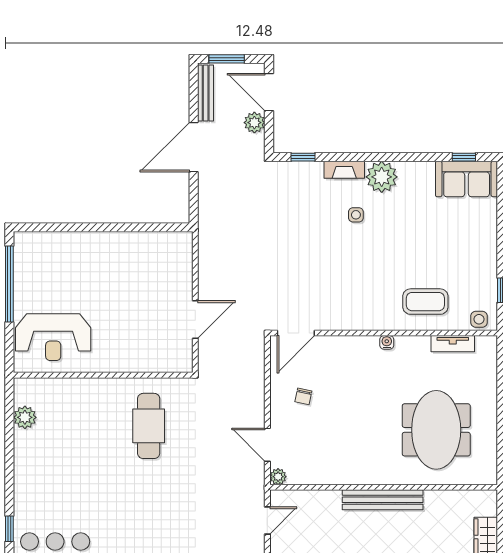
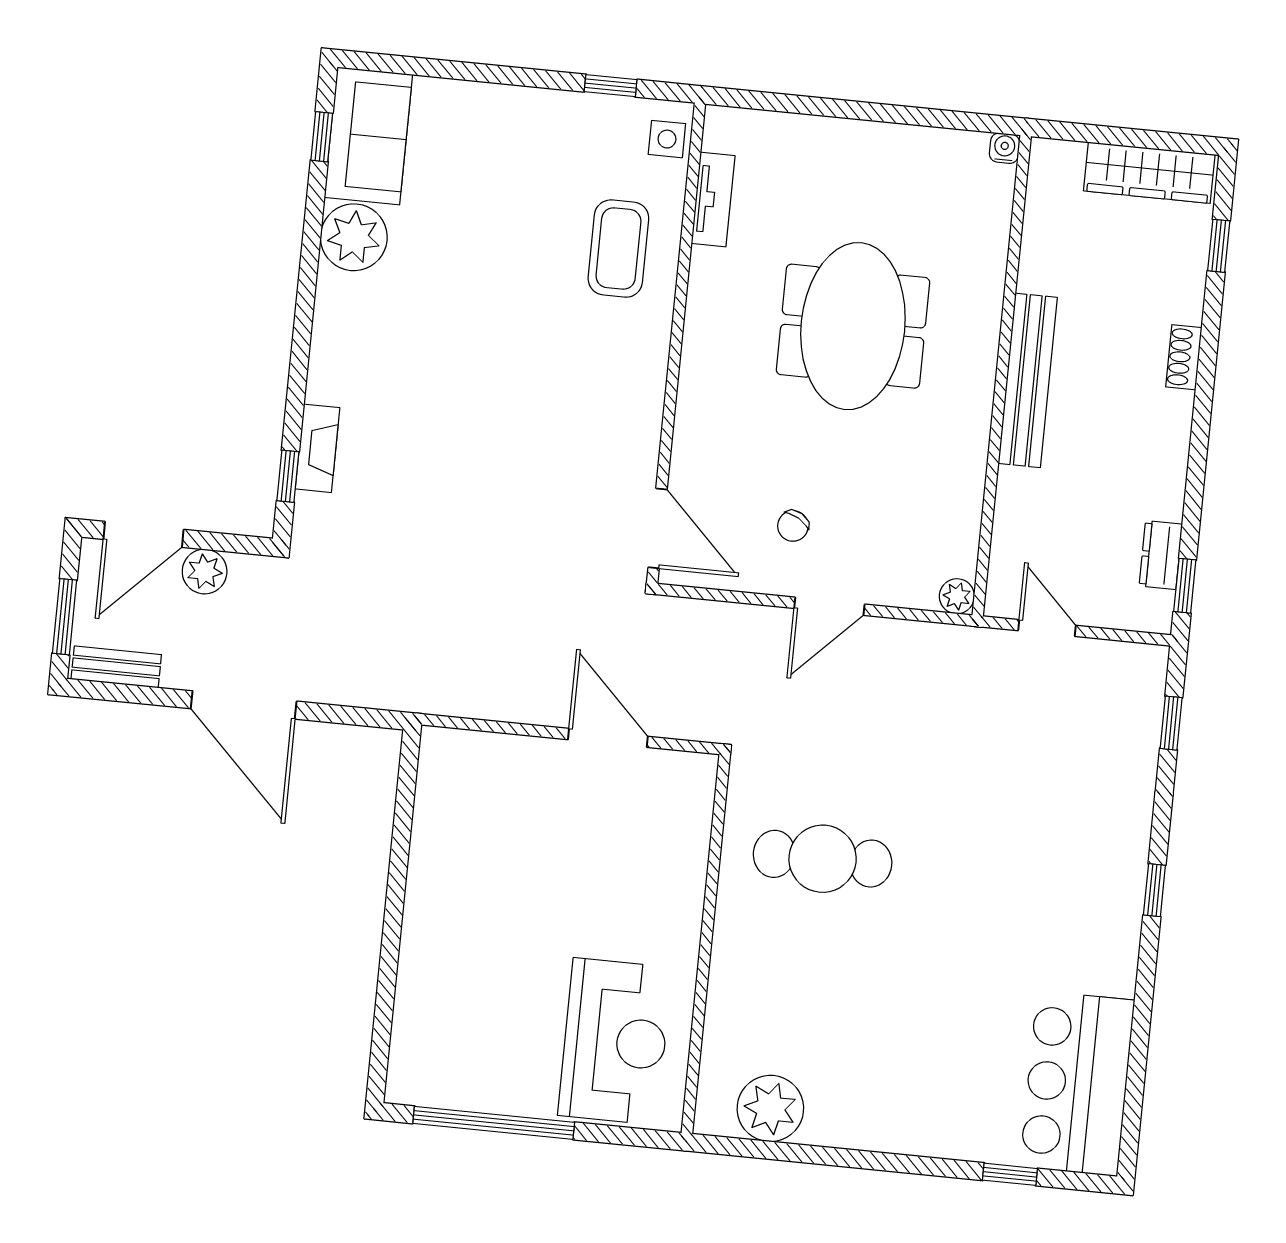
bench: (206, 93) -> (116, 667), width x0.73
fireplace: (344, 170) -> (317, 448), moved
plant: (382, 177) -> (354, 237), moved
side table: (356, 215) -> (421, 377), removed
water cooler: (387, 342) -> (1005, 148), moved, turned 90
chair: (303, 396) -> (793, 526), turned 108
plant: (25, 417) -> (770, 1108), width x1.36, depth x1.36
meeting table: (436, 430) -> (853, 326), moved, turned 90
door: (267, 445) -> (829, 606), moved

